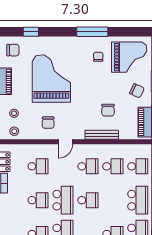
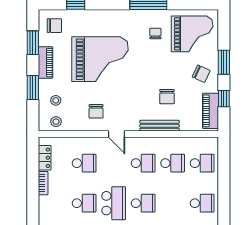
grand piano: (51, 78) -> (100, 59), turned 90
door: (65, 142) -> (117, 134), hinge flipped
school desk: (138, 200) -> (202, 203), width x0.54

